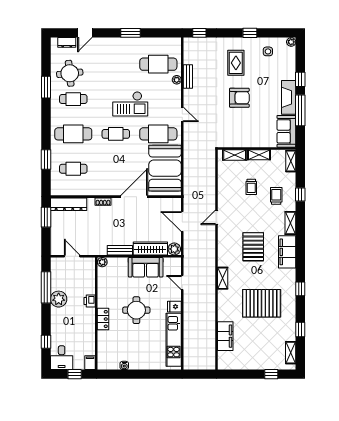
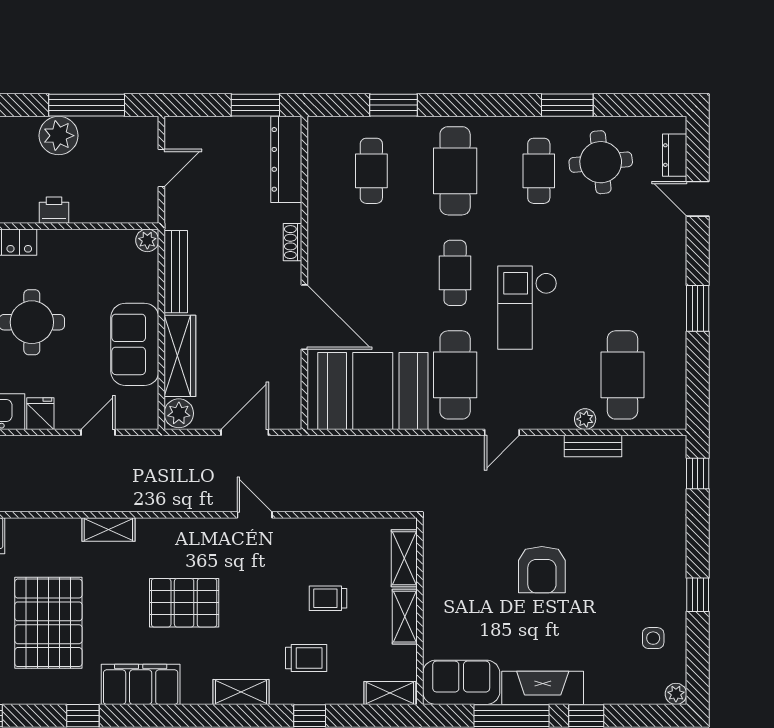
rug: (236, 63) -> (626, 561), removed
bench: (120, 250) -> (176, 272), width x1.36
filing cabinet: (287, 252) -> (141, 684), moved

